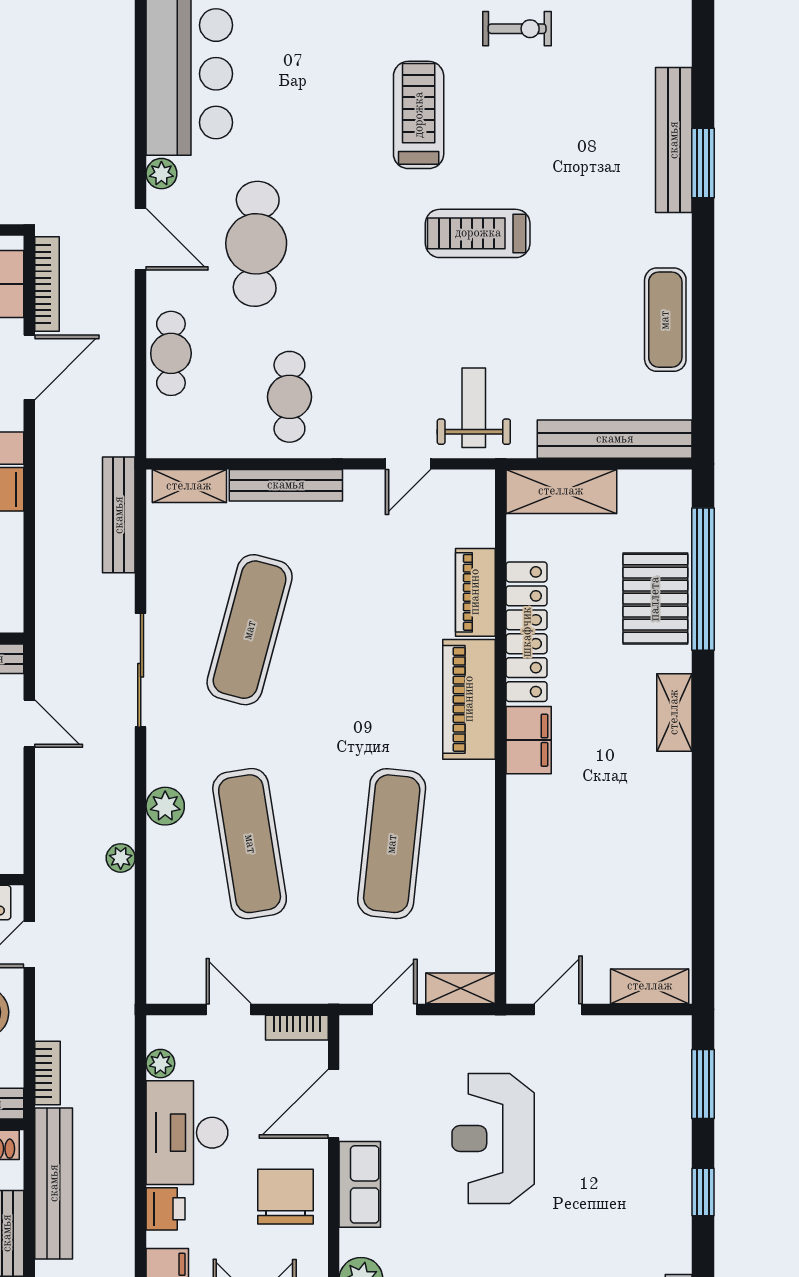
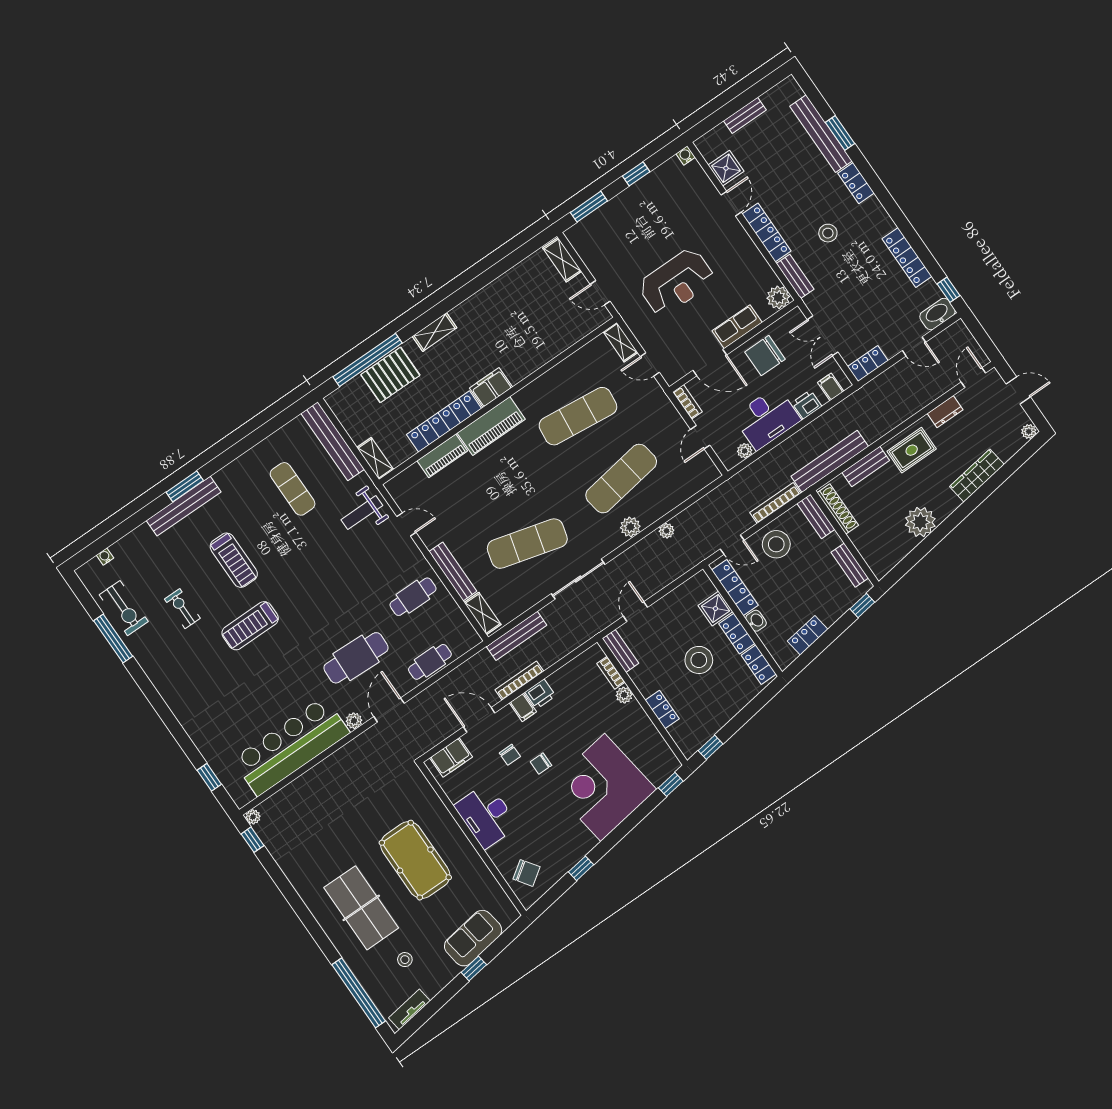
treadmill: (478, 233) -> (234, 560), moved
bookcase: (47, 284) -> (519, 681), moved
exercise mat: (665, 320) -> (293, 489), moved, turned 90
shelving: (561, 491) -> (375, 458), width x0.67, depth x0.75
bookcase: (47, 1073) -> (775, 503), width x1.56

